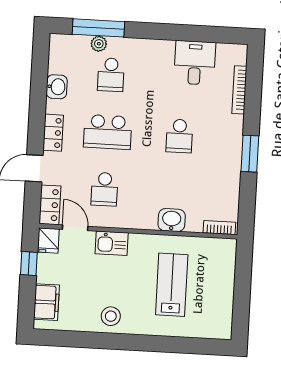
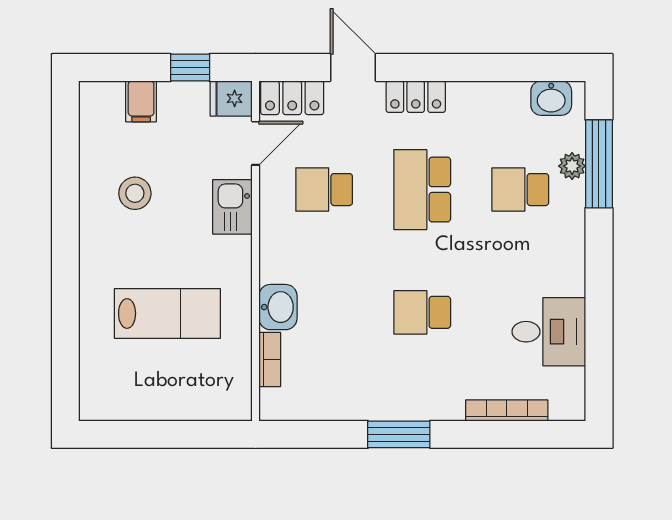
washbasin: (57, 87) -> (551, 98), moved
bookcase: (219, 228) -> (270, 359), moved
filing cabinet: (47, 302) -> (141, 101), width x0.50
stool: (111, 316) -> (135, 193), moved

